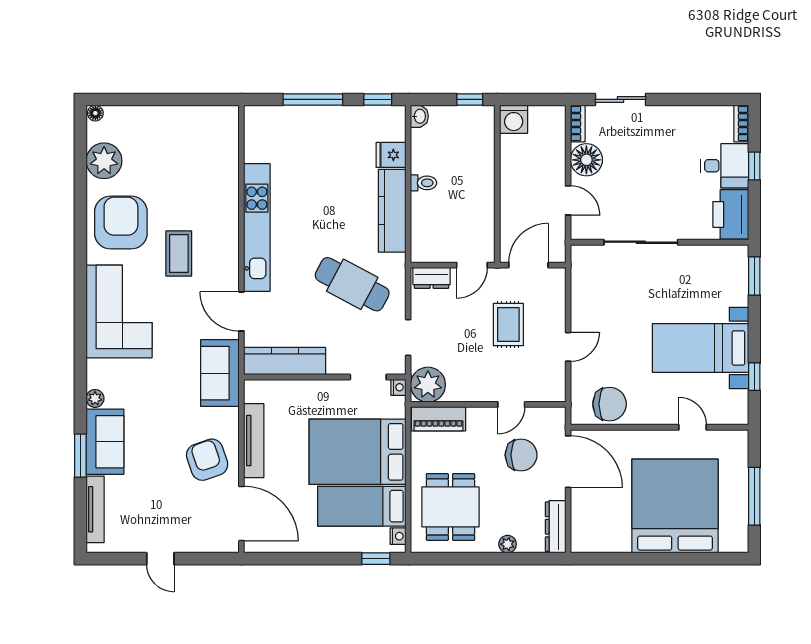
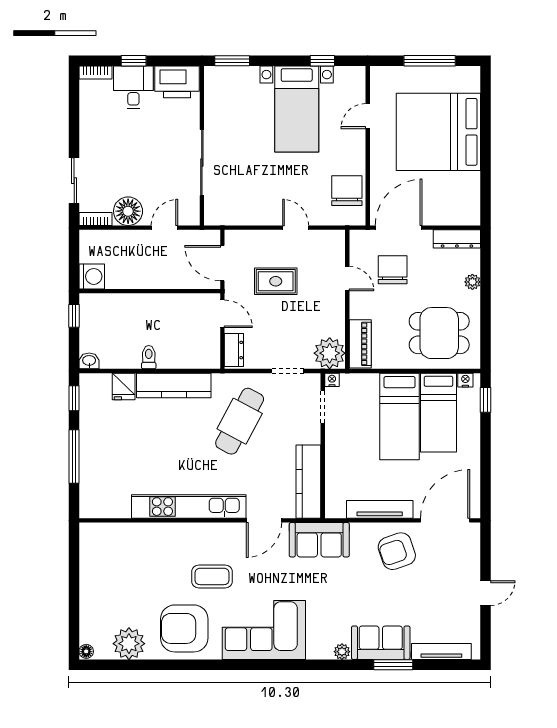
bed: (357, 452) -> (399, 416), width x0.67

